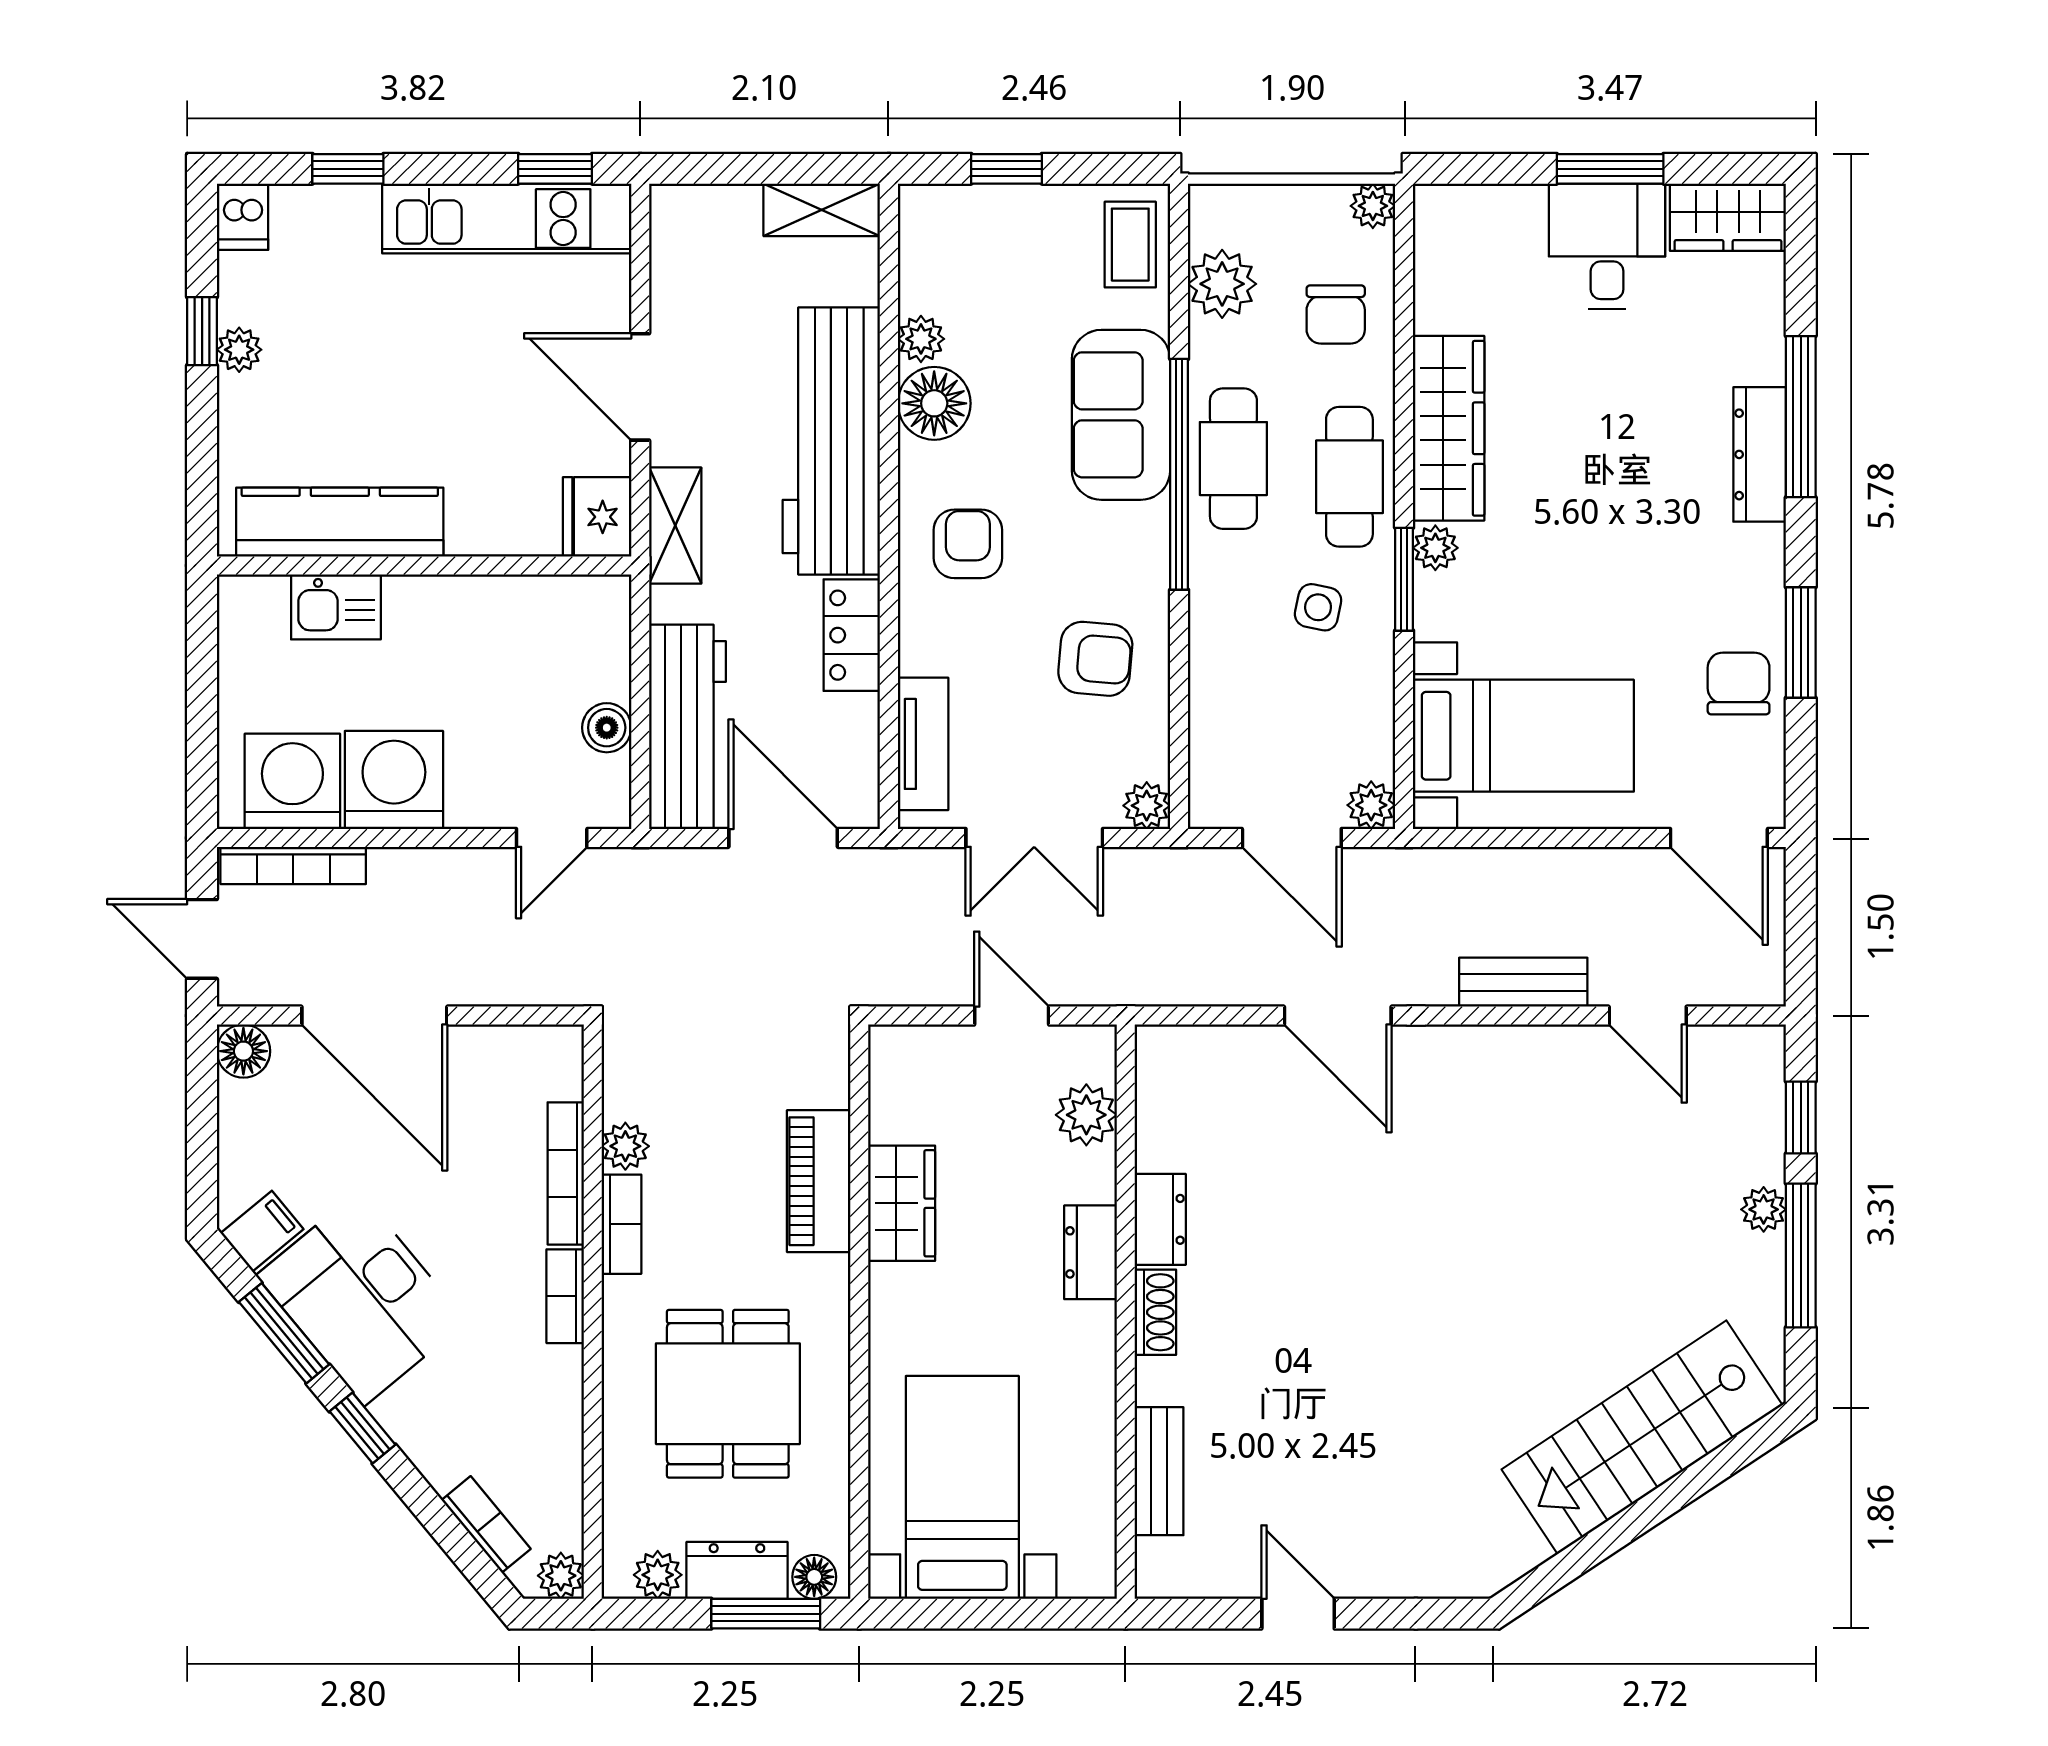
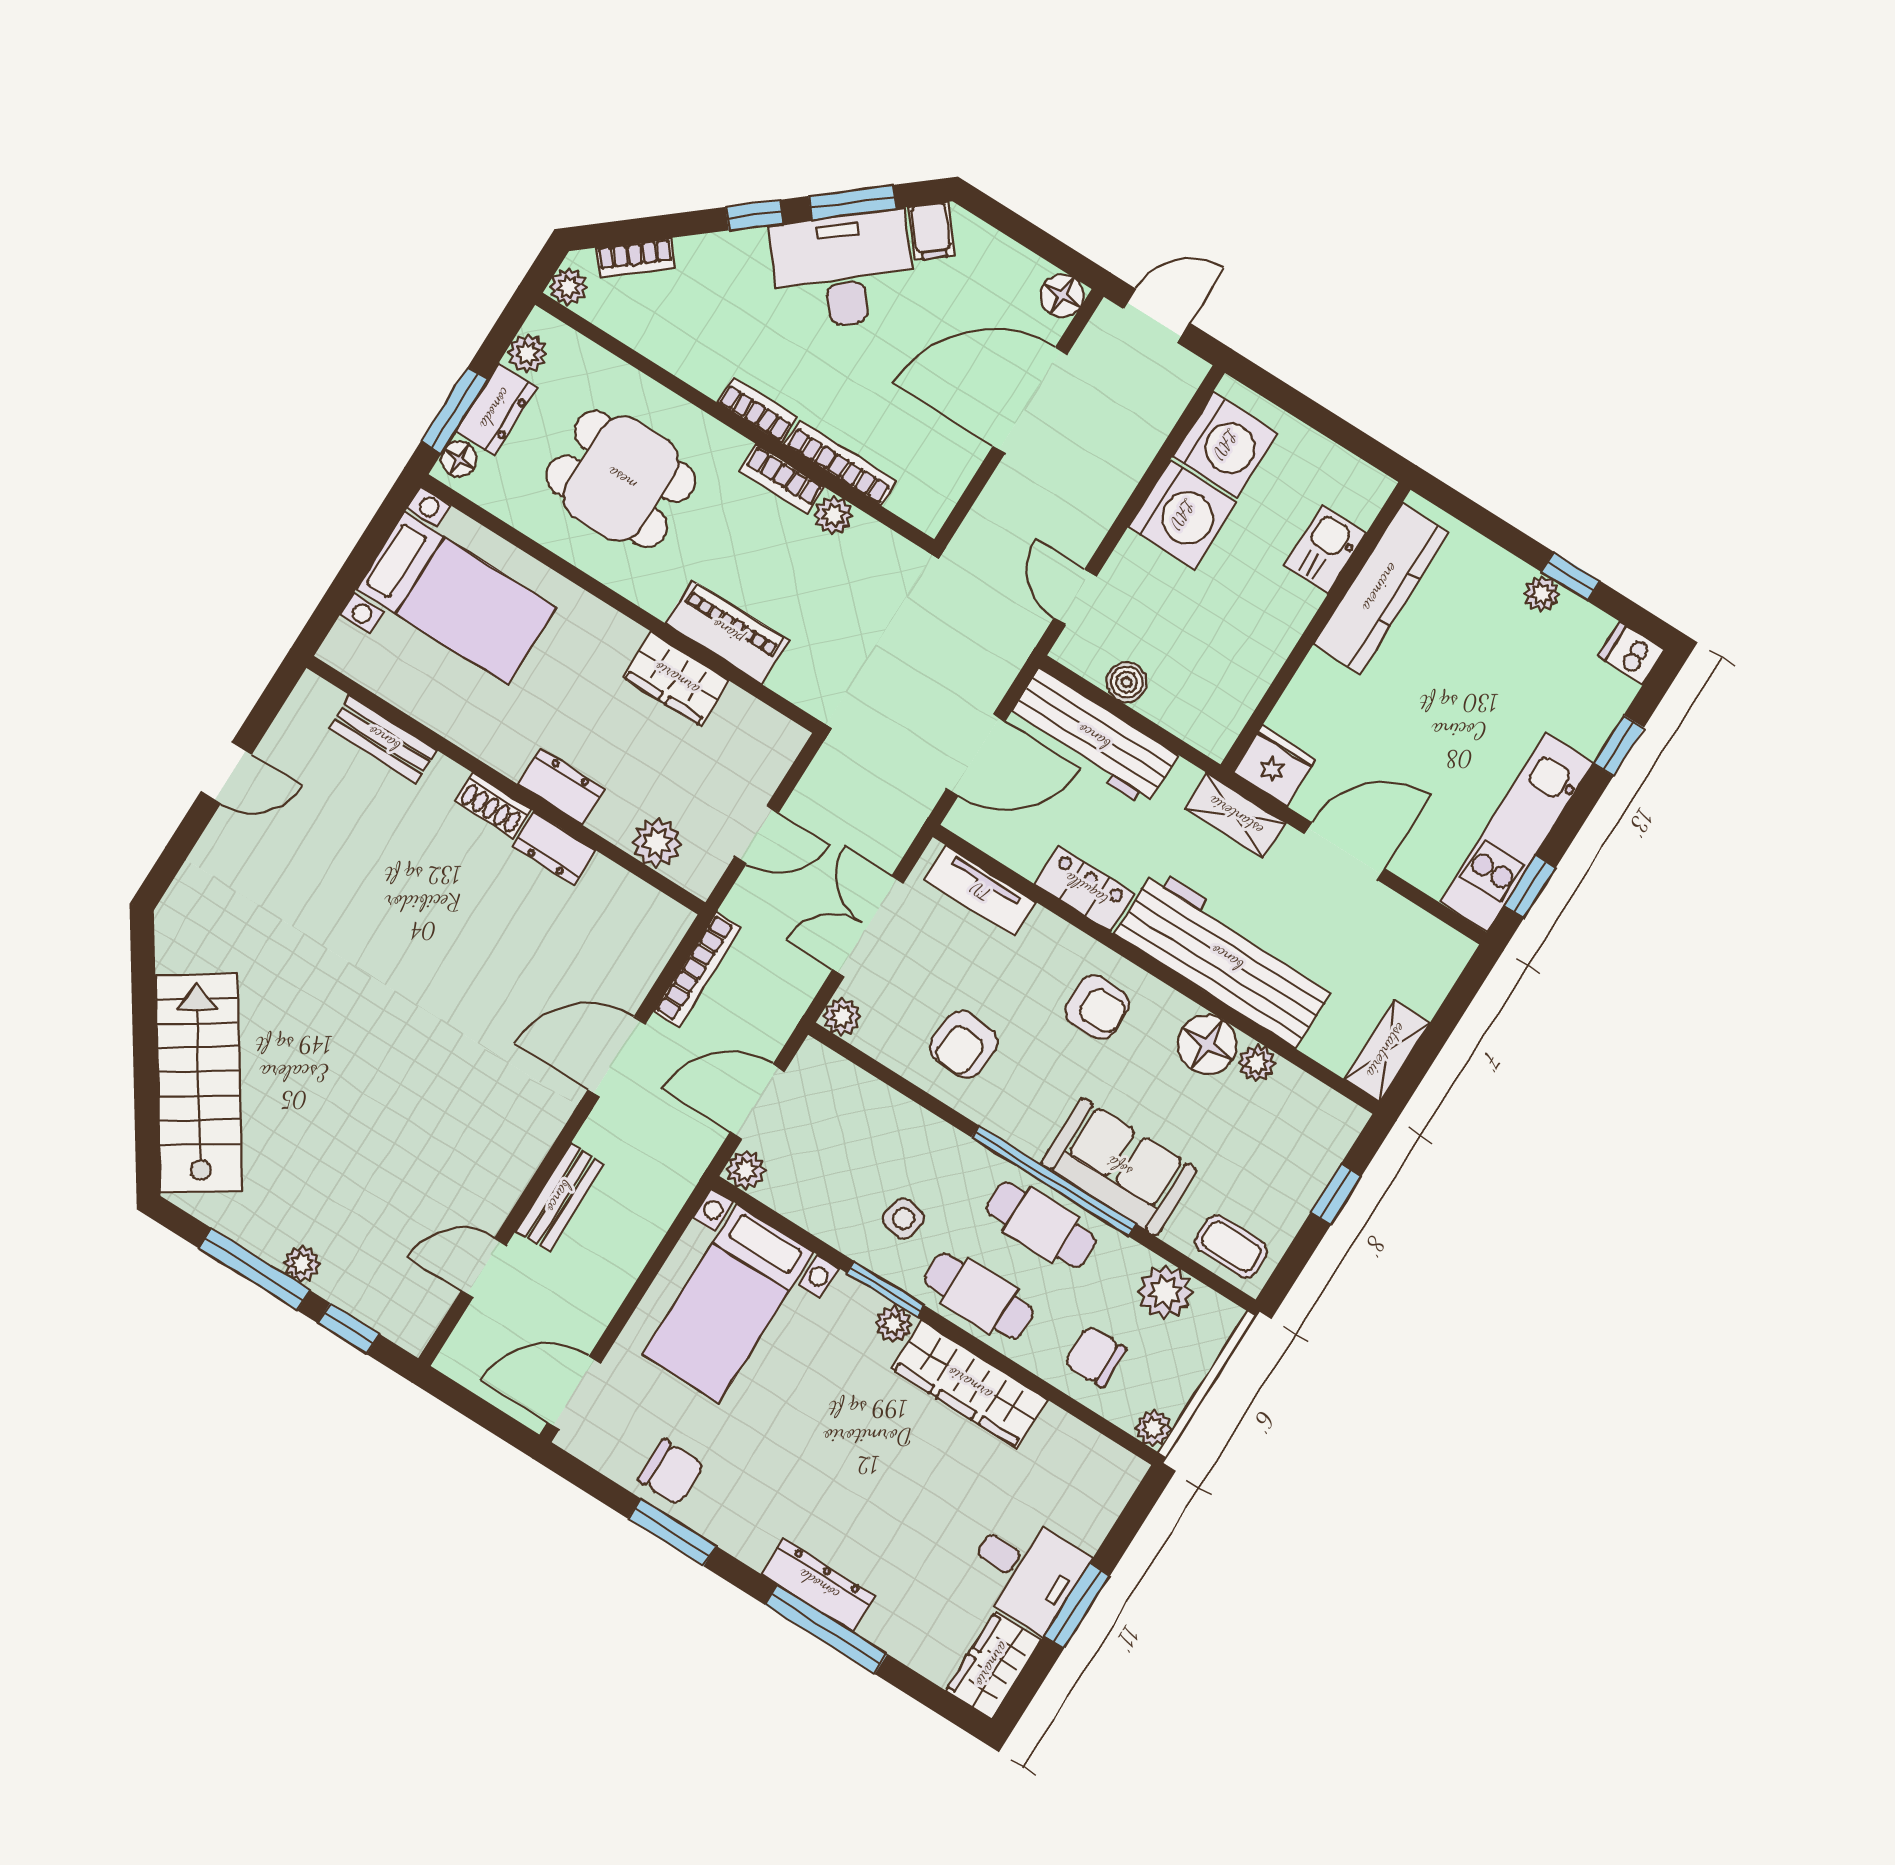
bookcase: (293, 865) -> (697, 970), moved, turned 180

